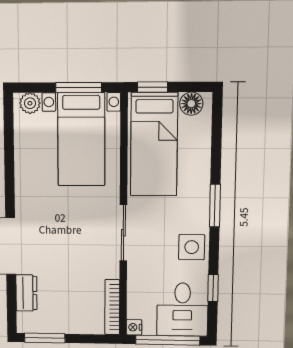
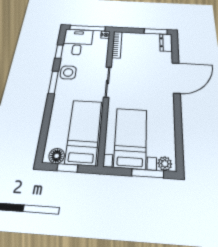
window: (79, 87) -> (148, 173), moved
window: (152, 87) -> (67, 168), moved
window: (215, 206) -> (53, 82), moved
dresser: (26, 293) -> (166, 43), moved

